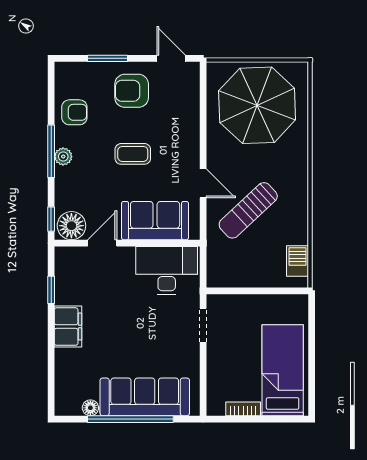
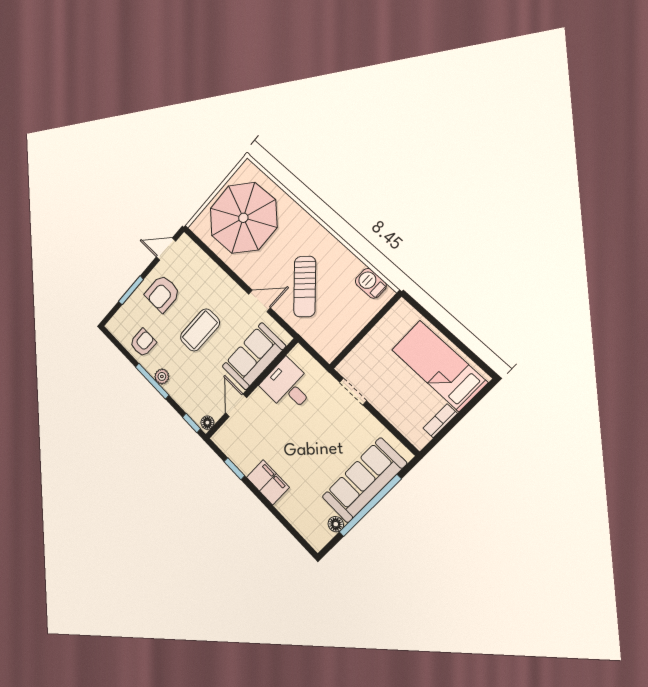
coffee table: (133, 154) -> (200, 330), width x1.36, depth x1.30
floor lamp: (71, 226) -> (207, 423), width x0.53, depth x0.53
desk: (167, 271) -> (288, 386), width x0.73

